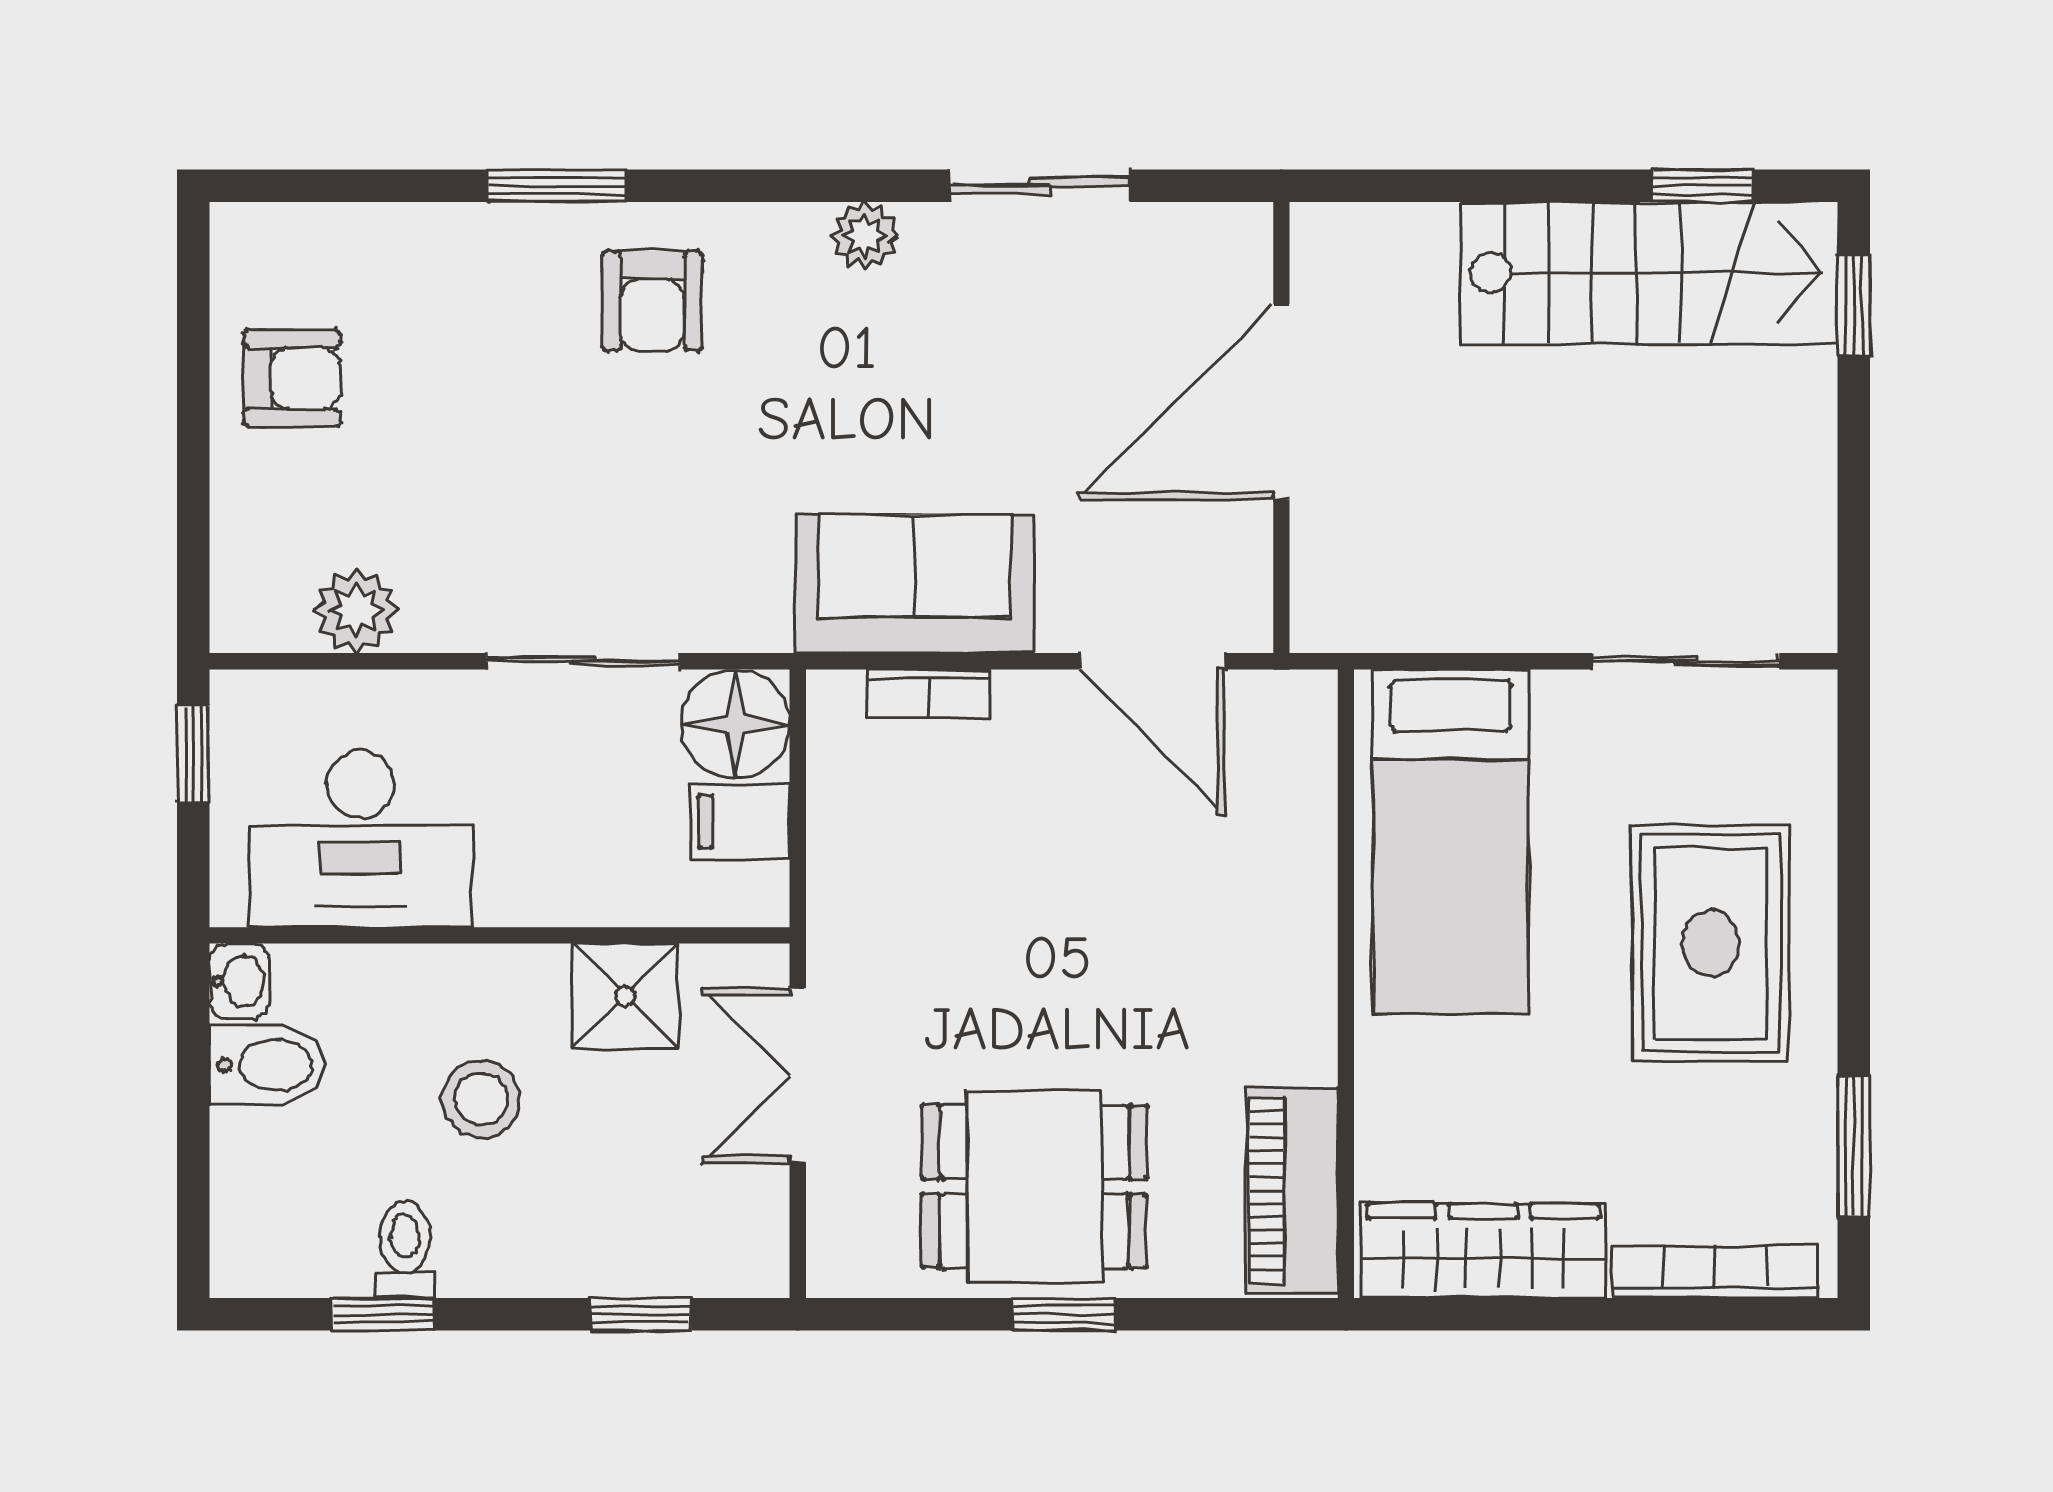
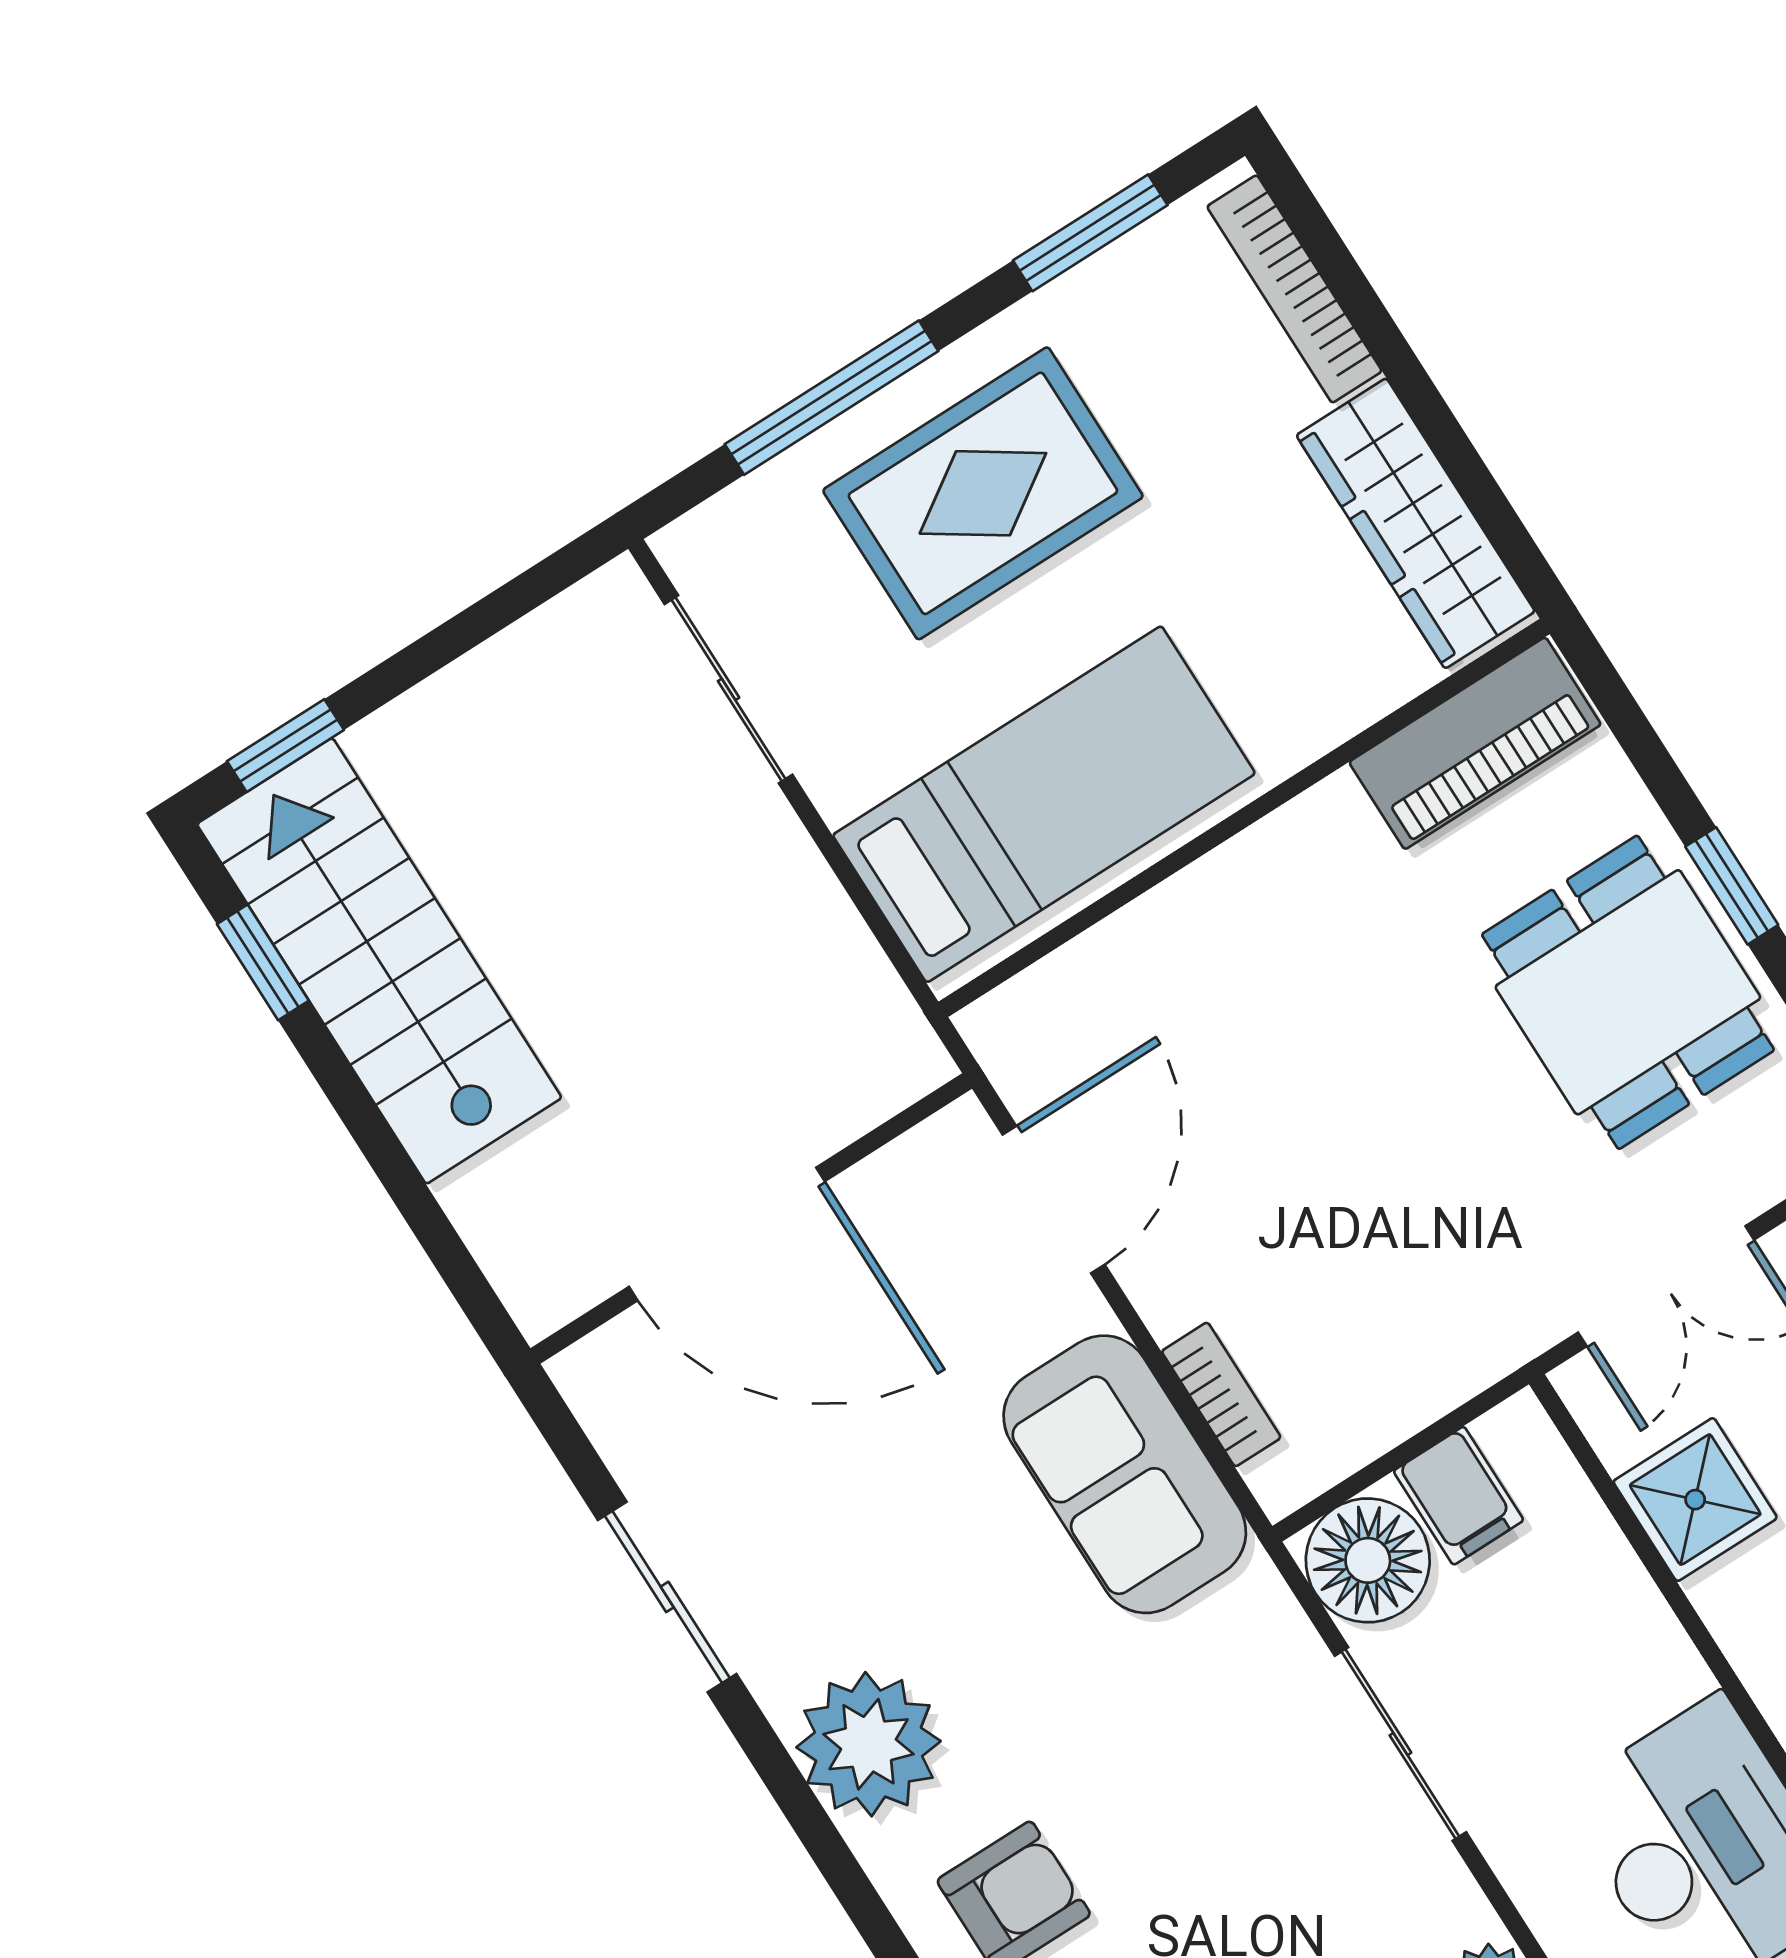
plant: (865, 236) -> (868, 1744), width x1.87, depth x1.87
window: (1854, 876) -> (831, 398), added

